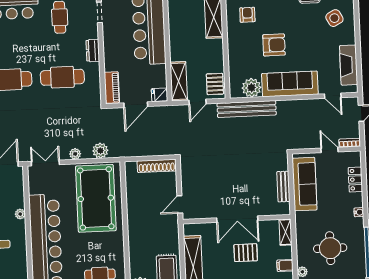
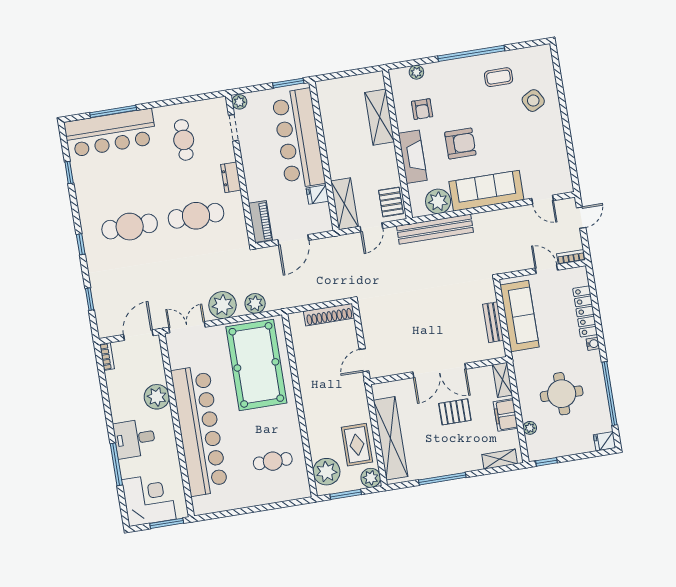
armchair: (247, 15) -> (422, 109), turned 180
fireplace: (349, 65) -> (413, 157), moved, turned 180
fridge: (160, 95) -> (317, 195), moved
plant: (75, 154) -> (223, 305), width x1.88, depth x1.88
locker: (355, 180) -> (585, 311), width x1.53
plant: (20, 214) -> (157, 397), width x1.88, depth x1.88
filing cabinet: (285, 265) -> (506, 415), width x2.00

